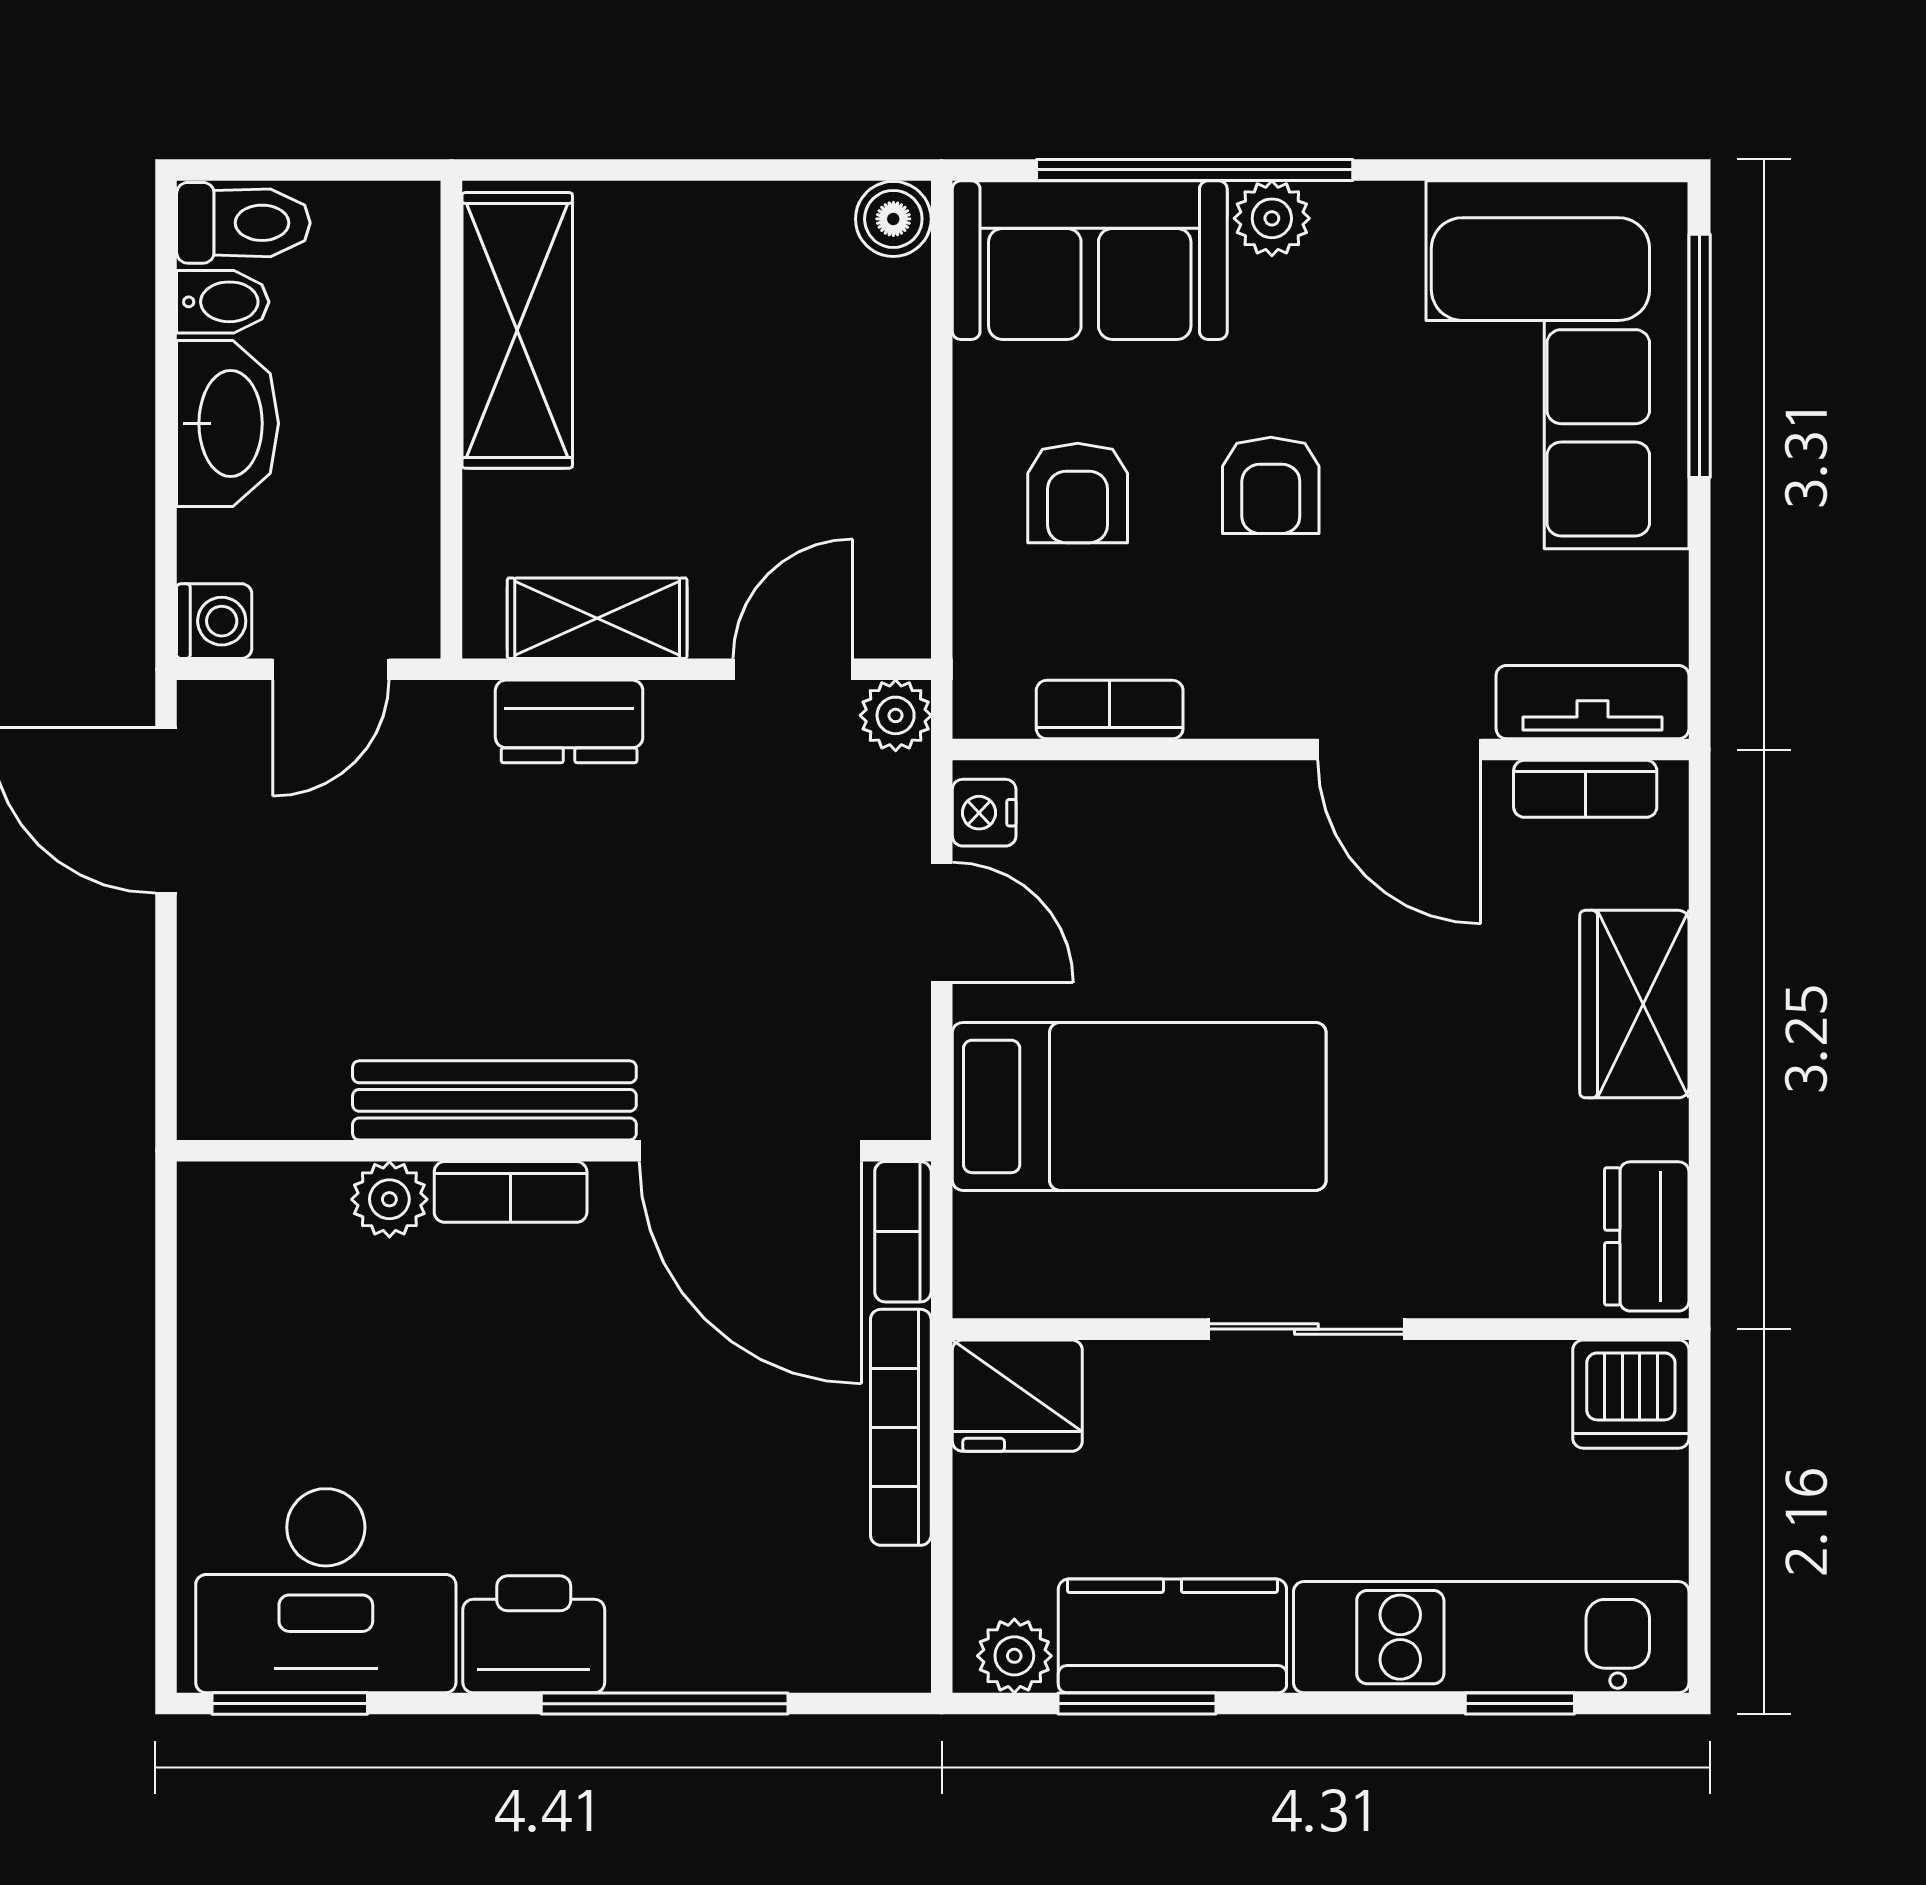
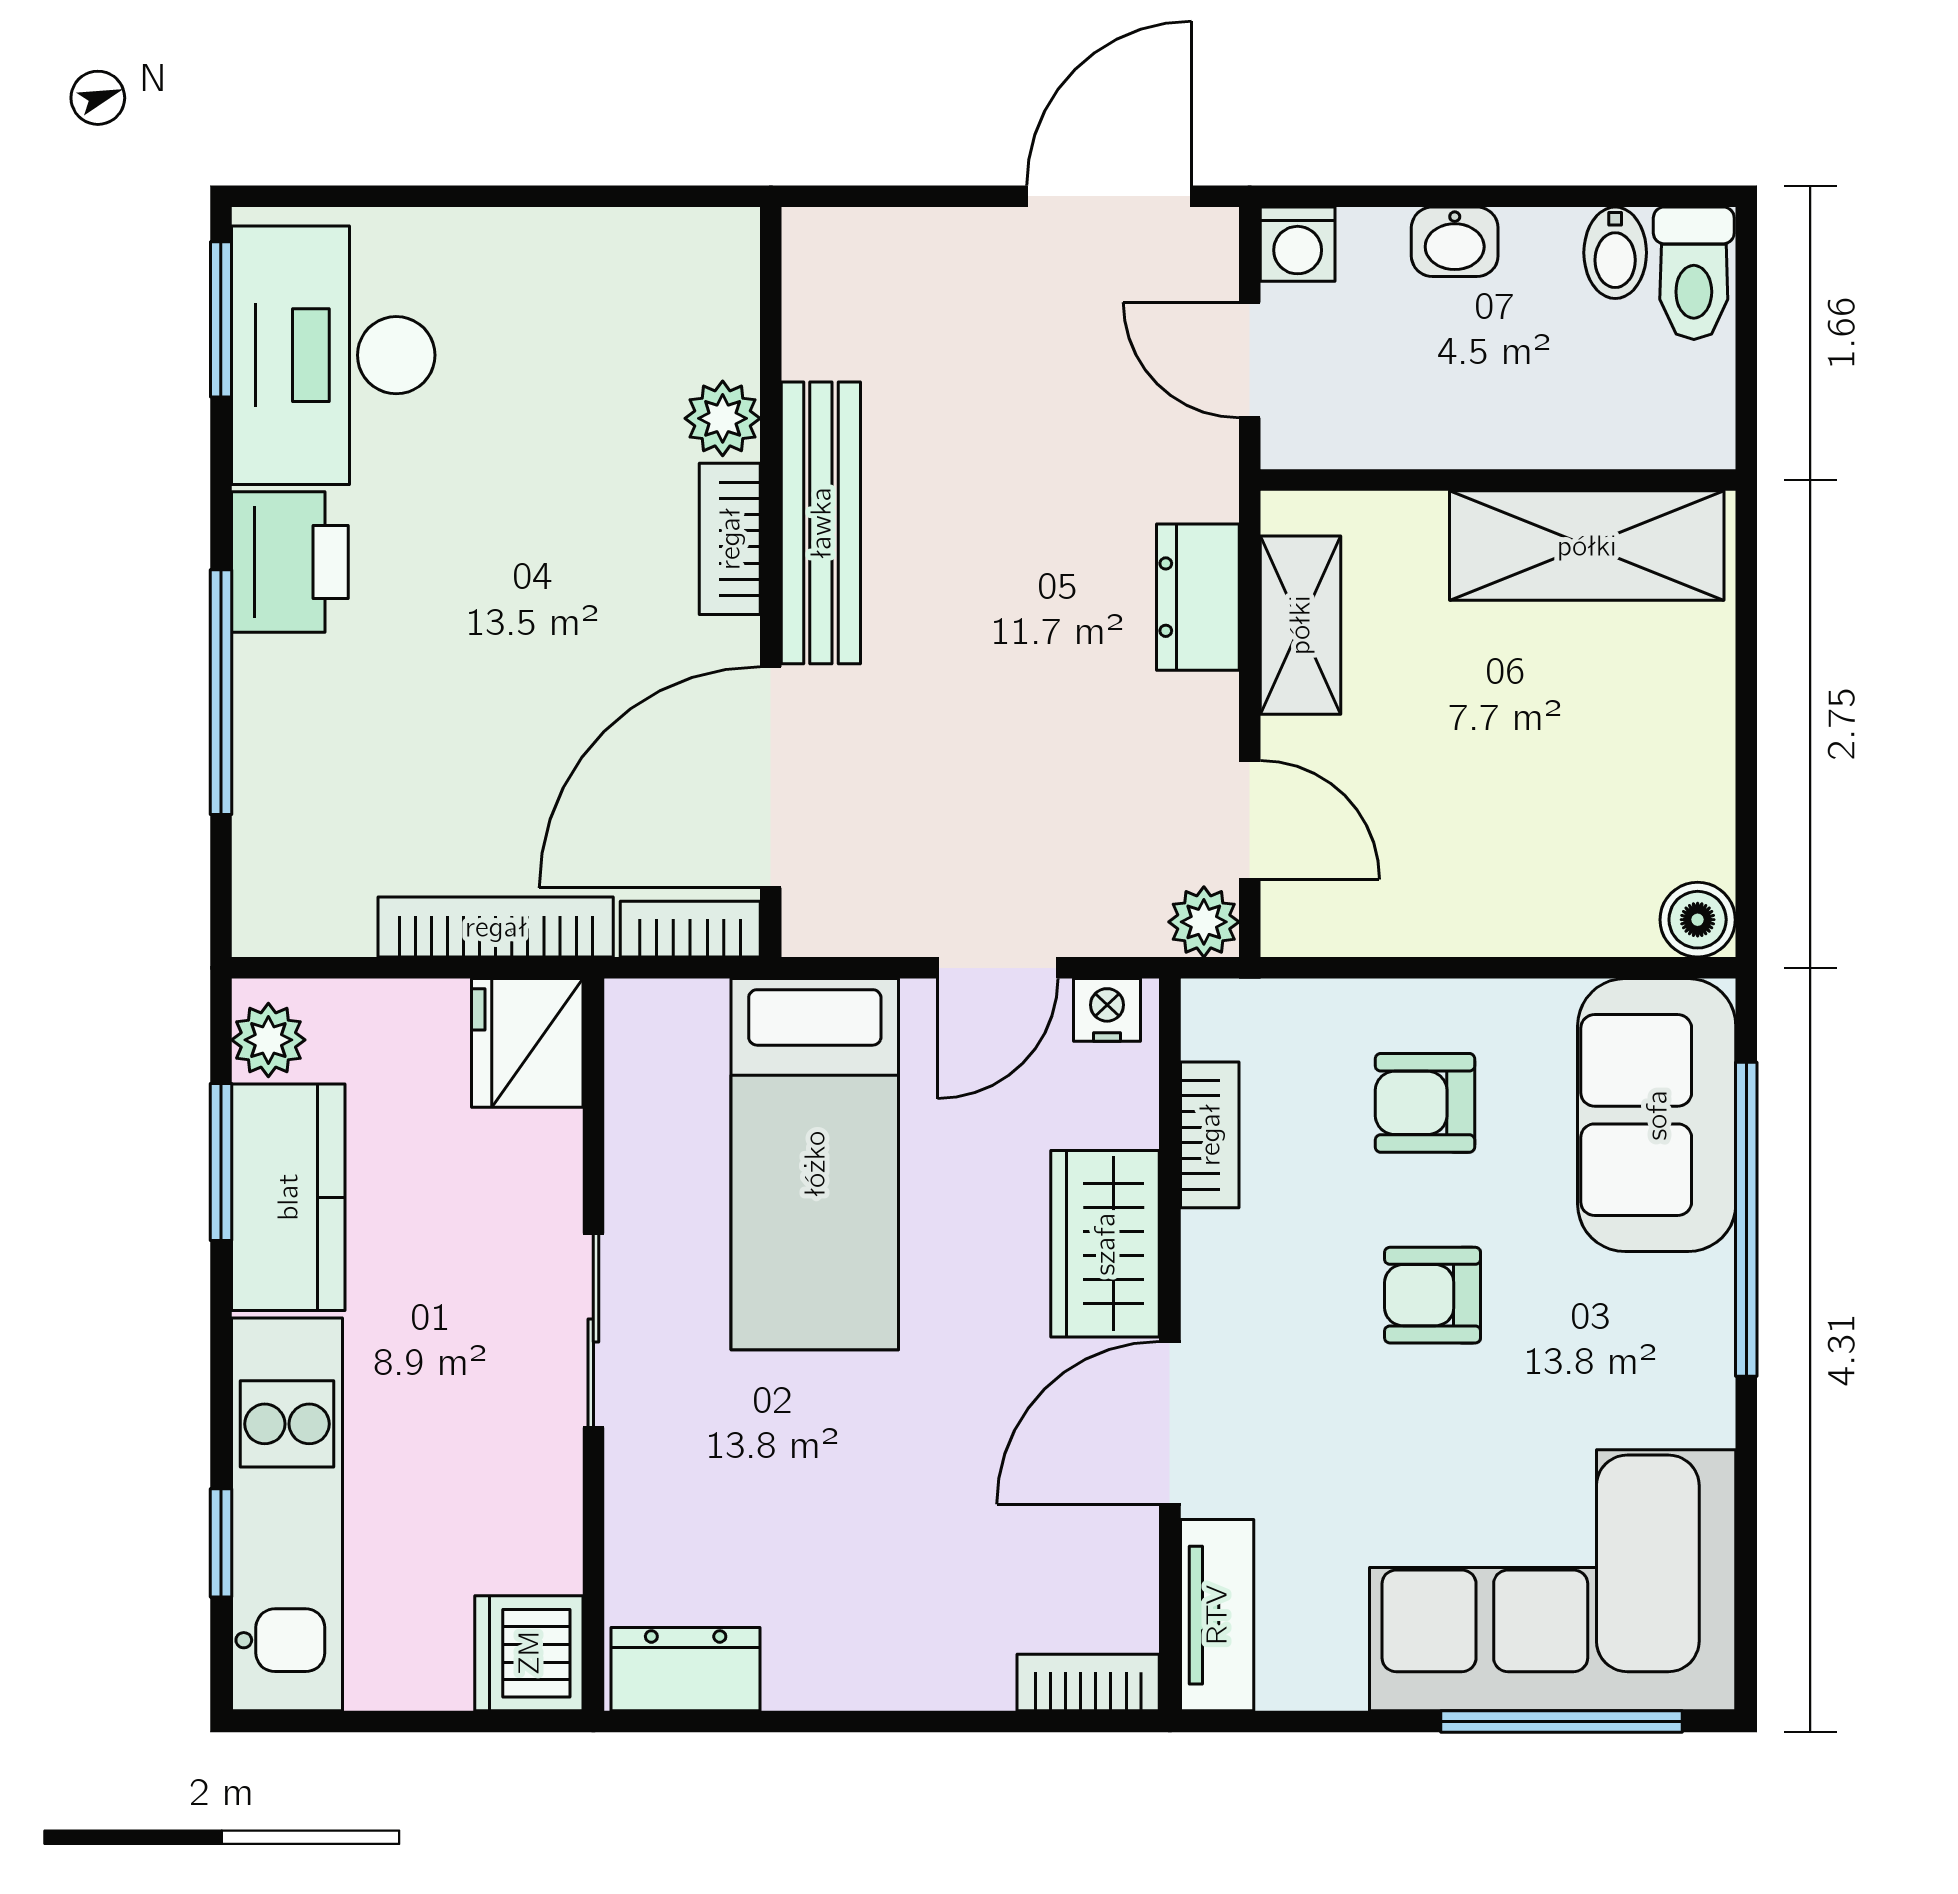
plant: (1272, 218) -> (1698, 1296), removed
washbasin: (228, 423) -> (1455, 242), width x0.52, depth x0.69
bookcase: (1585, 789) -> (1088, 1683), moved, turned 90
wardrobe: (1634, 1004) -> (1105, 1244), moved, turned -90

